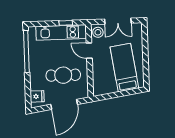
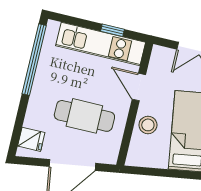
stool: (98, 32) -> (148, 125), moved

